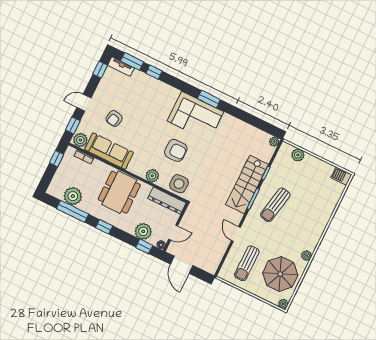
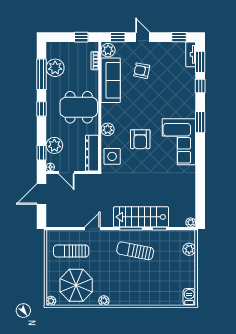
window: (209, 99) -> (200, 122), moved

